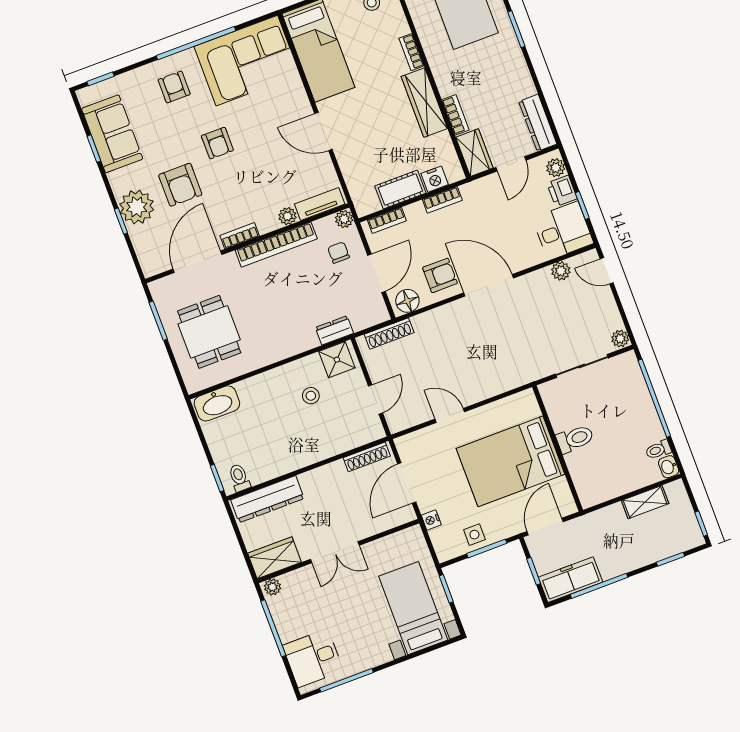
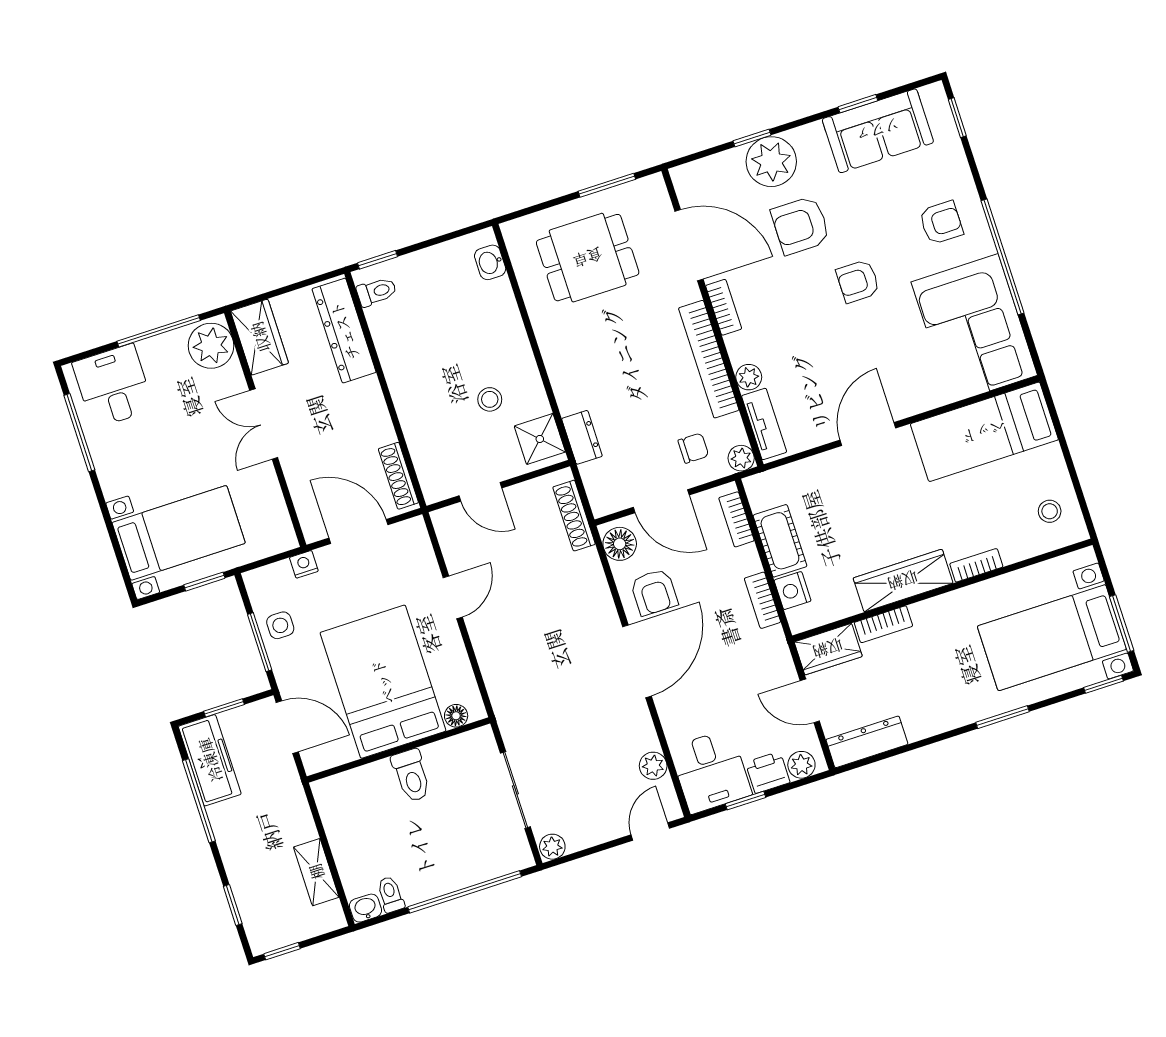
washbasin: (217, 403) -> (490, 262), width x0.52, depth x0.69
floor lamp: (532, 410) -> (456, 716), added
plant: (272, 587) -> (211, 346), width x1.87, depth x1.87

